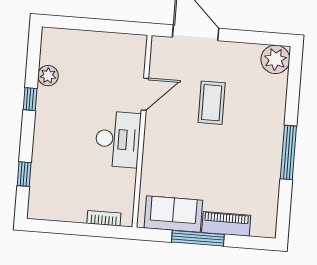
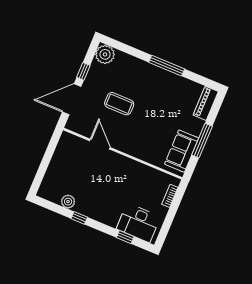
window: (241, 36) -> (83, 71), added
desk: (118, 139) -> (138, 223), moved, turned 180
piano: (226, 224) -> (206, 103), moved

